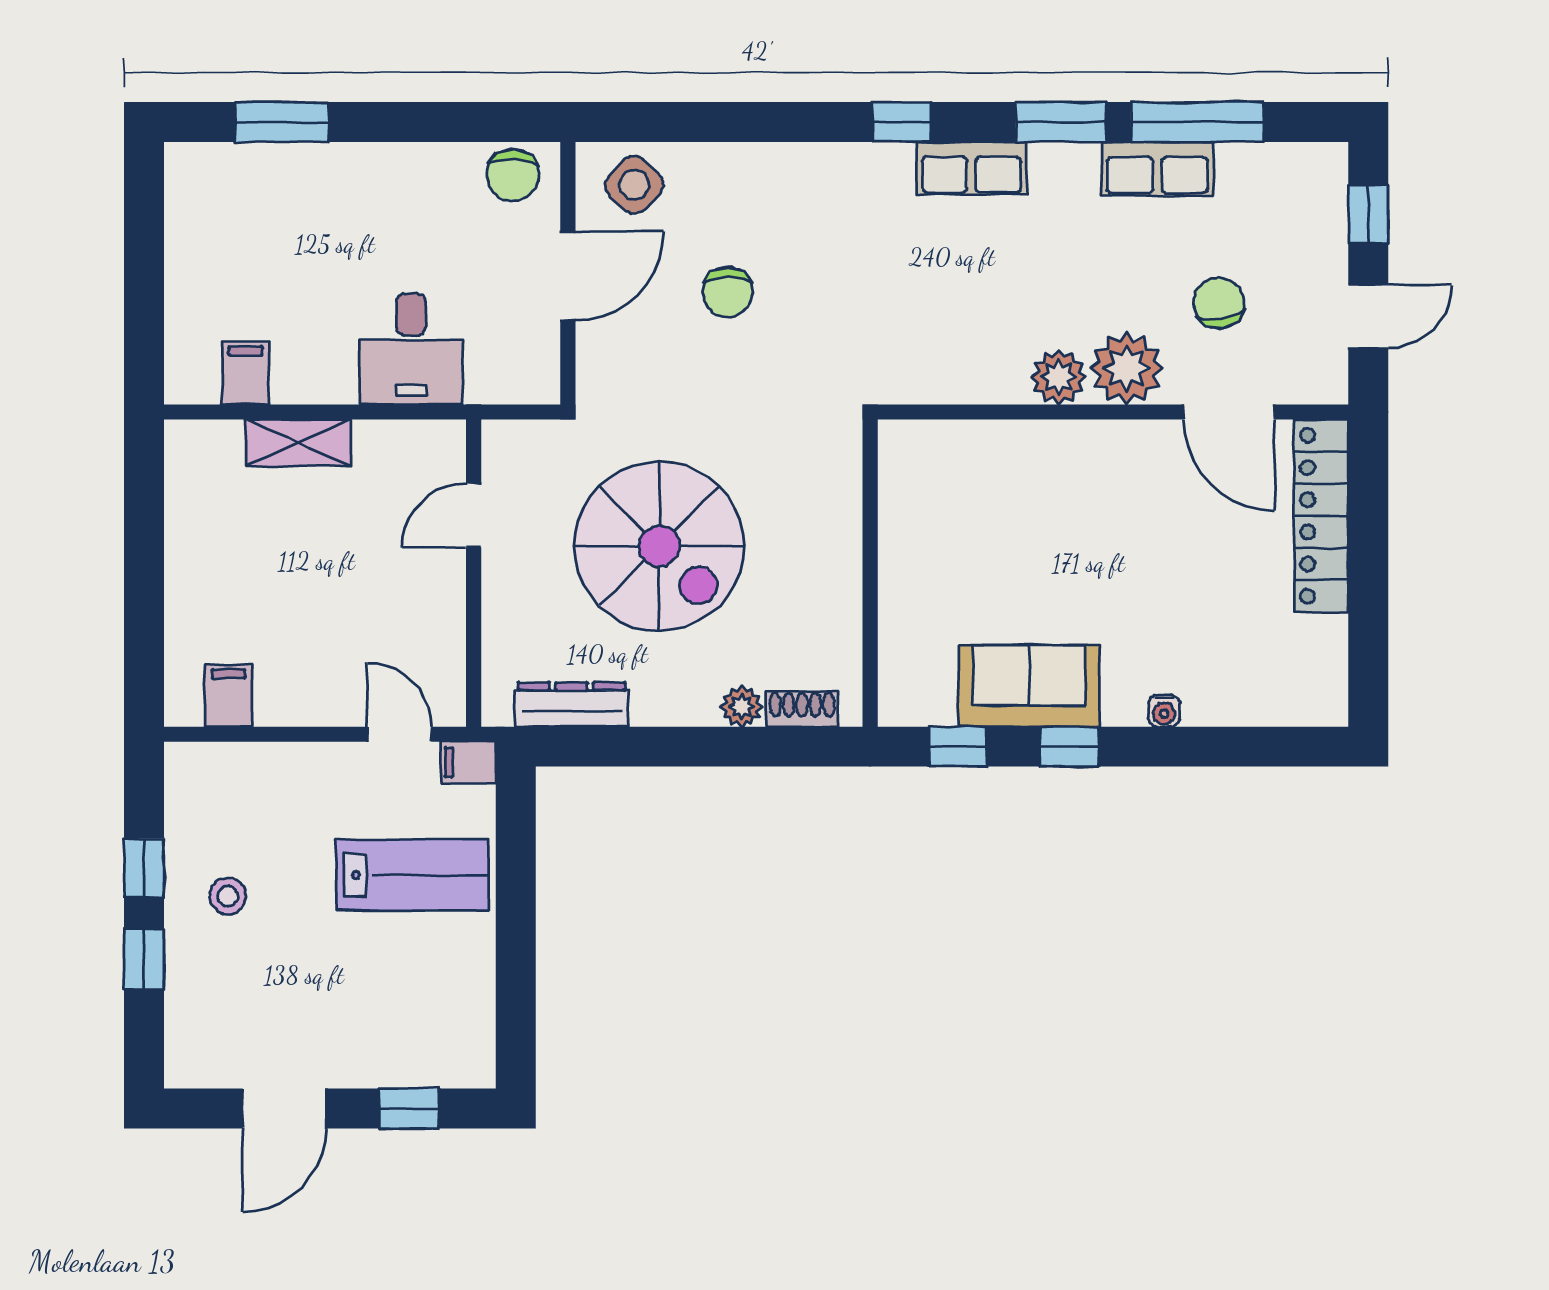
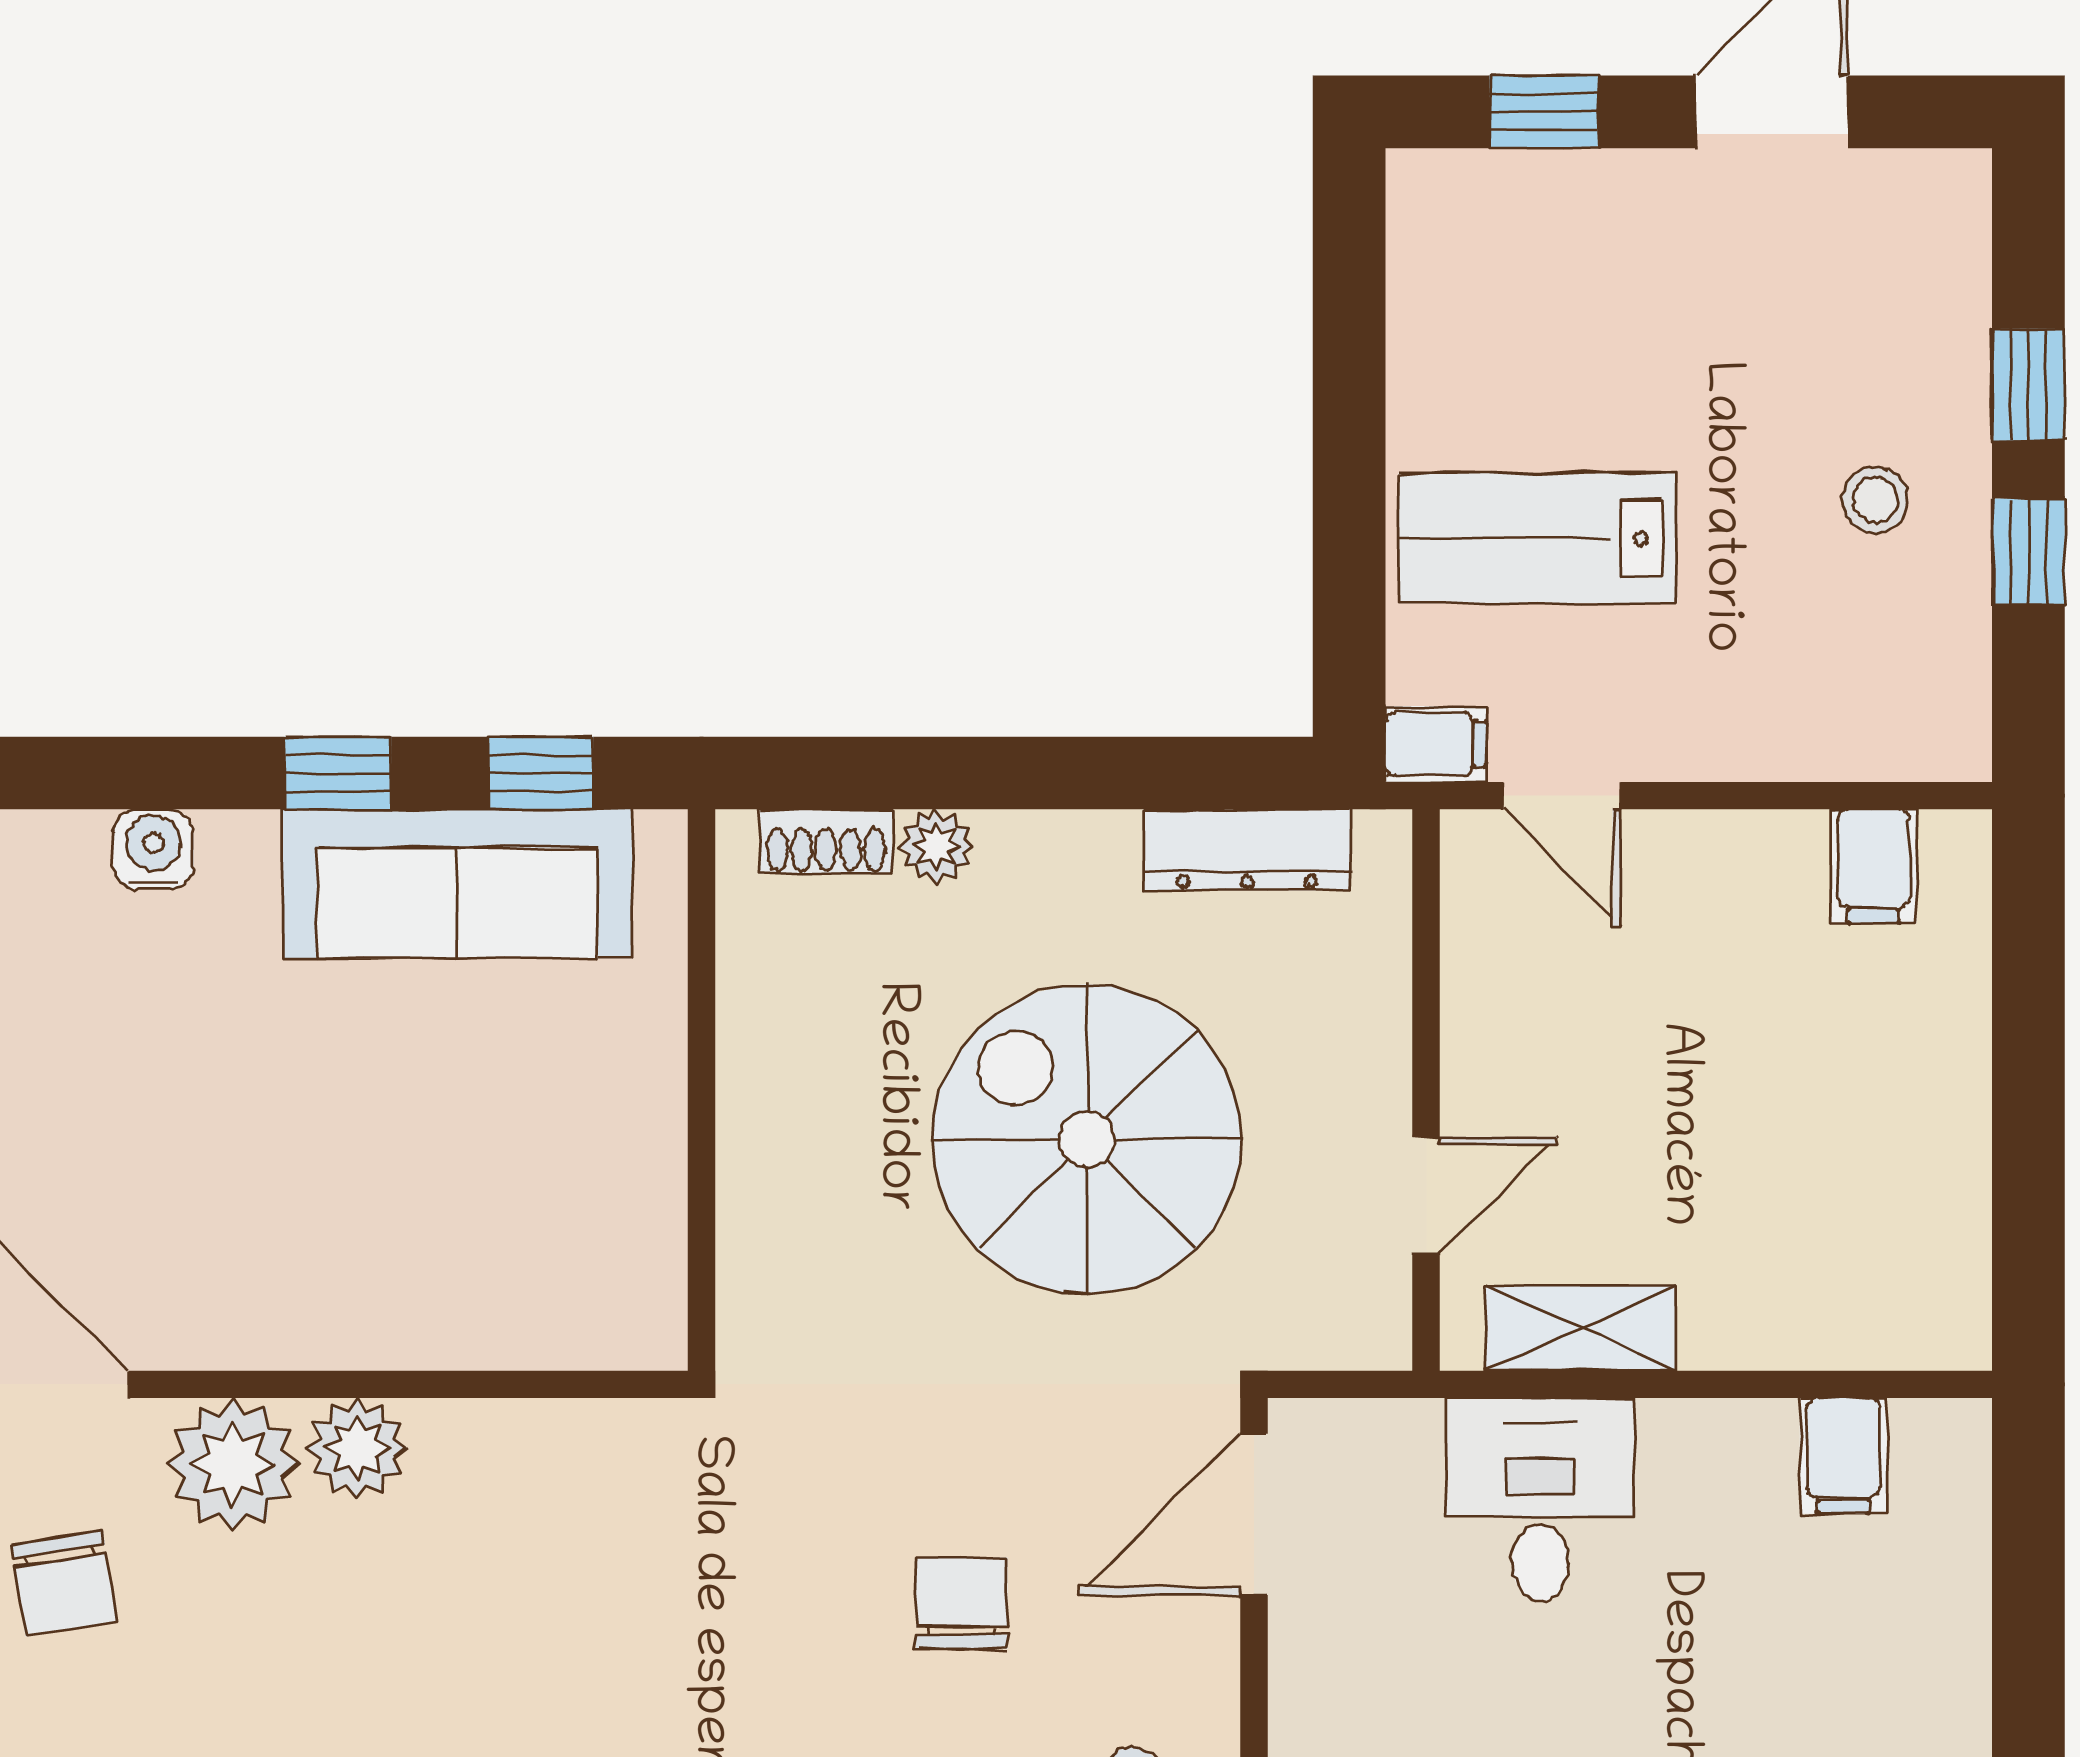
door: (568, 276) -> (1254, 1514), moved
shelving: (298, 443) -> (1581, 1328), moved
sofa: (1029, 686) -> (457, 884), width x1.36
water cooler: (1164, 711) -> (153, 849), width x1.38, depth x1.38

